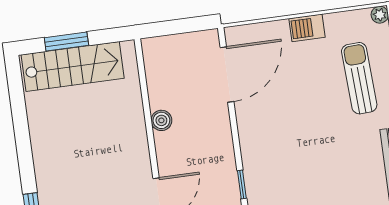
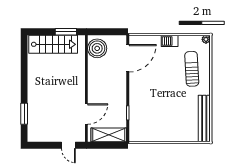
window: (66, 42) -> (66, 32), moved
boiler: (161, 120) -> (97, 48), moved, width x1.86, depth x1.86

